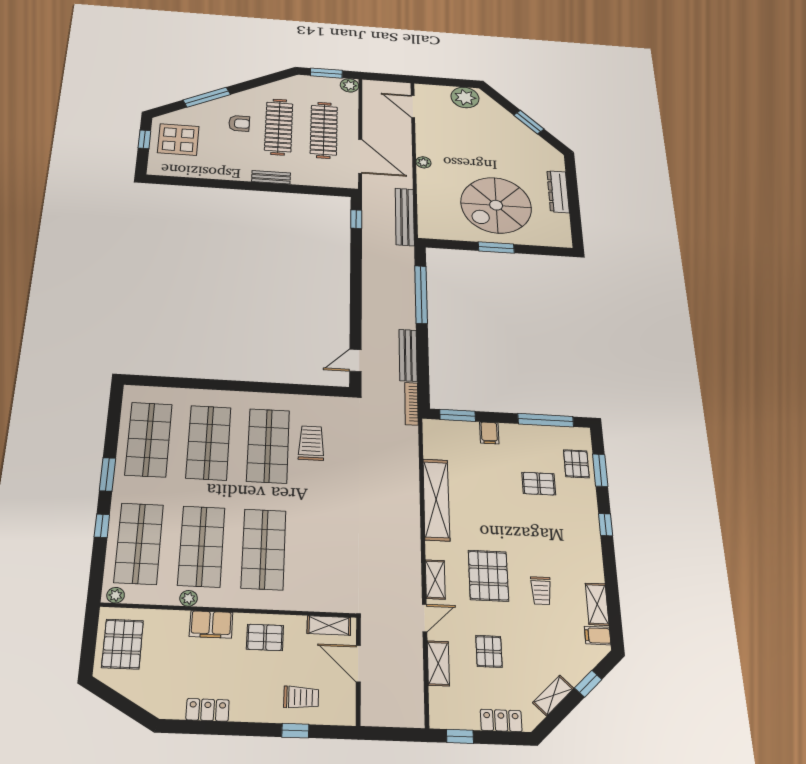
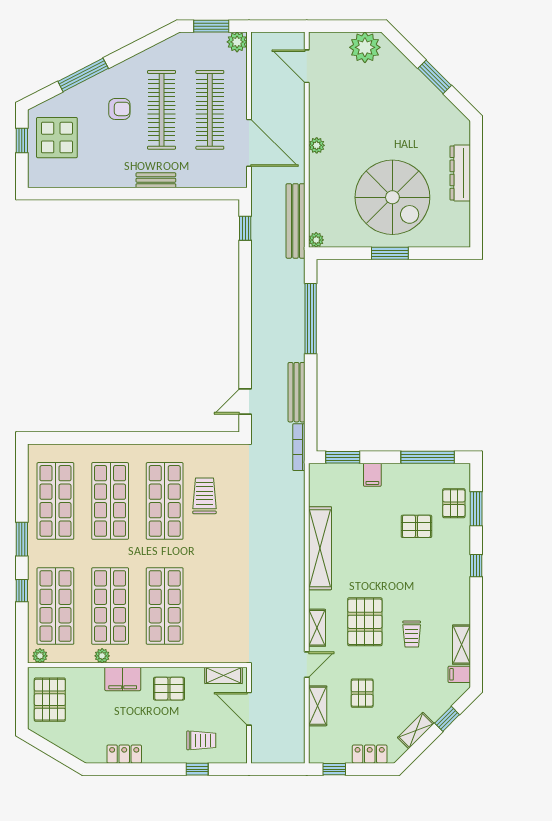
spiral stairs: (496, 205) -> (392, 197), turned -90
plant: (425, 233) -> (316, 240), added

